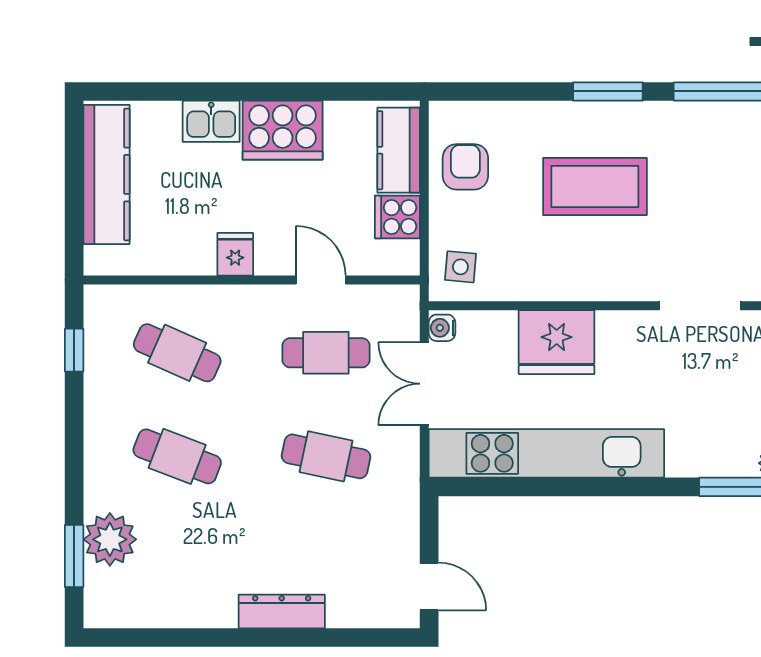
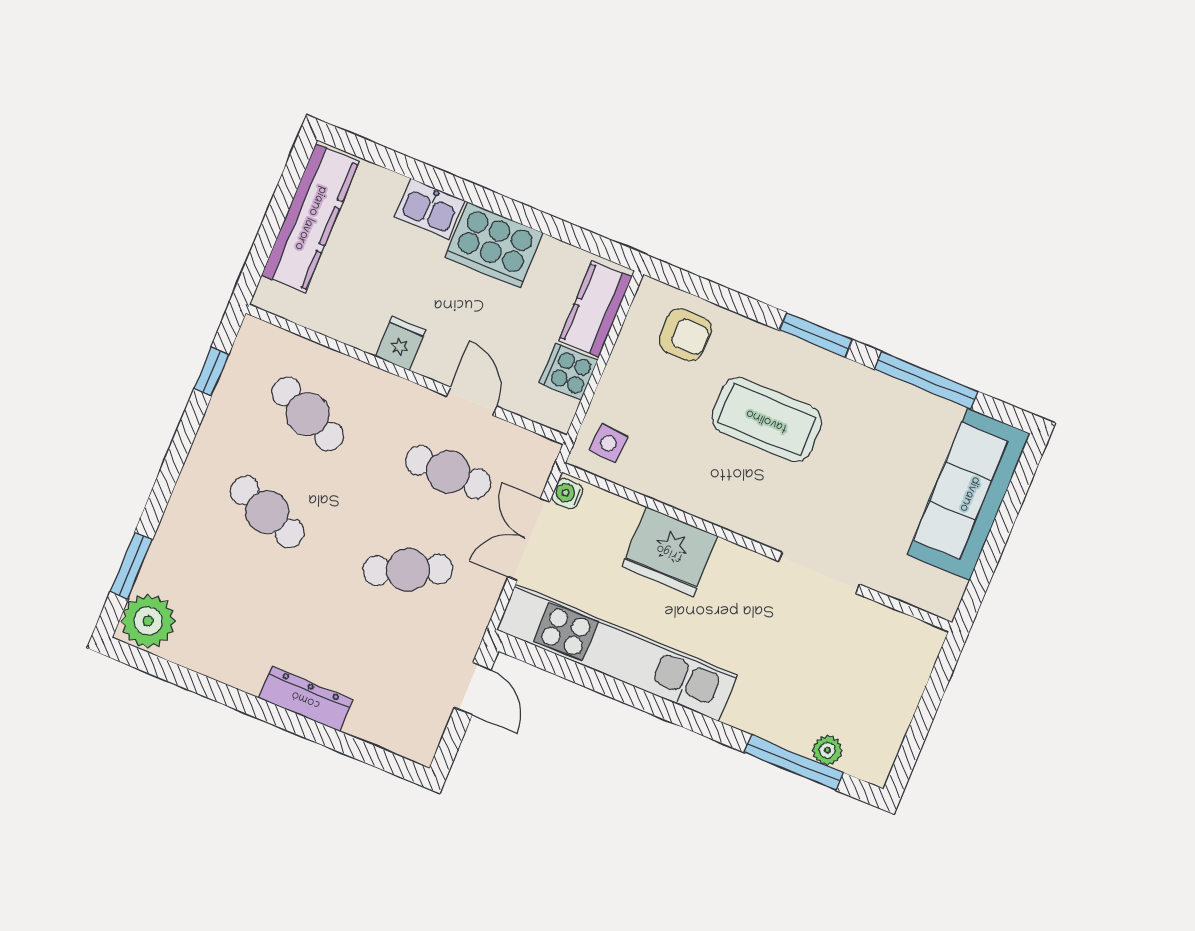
armchair: (465, 167) -> (685, 335), moved, turned 90
cafe table: (326, 456) -> (408, 570), turned -36
plant: (110, 539) -> (148, 621), moved
door: (429, 587) -> (473, 689), moved

